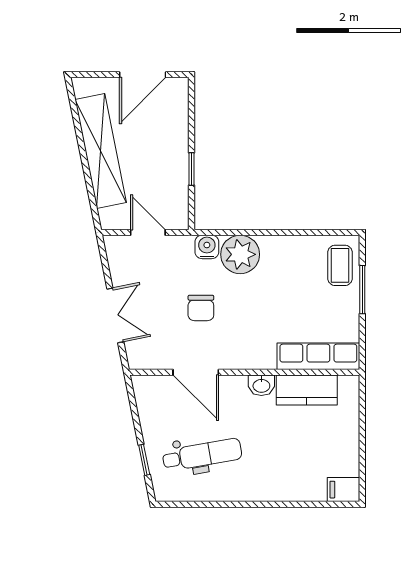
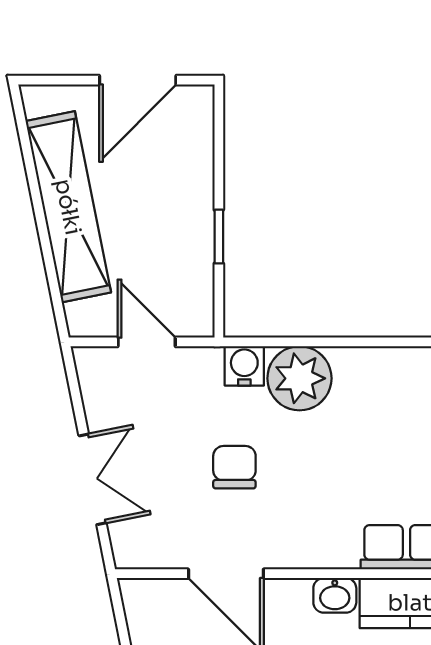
chair: (201, 308) -> (234, 467), turned 180

